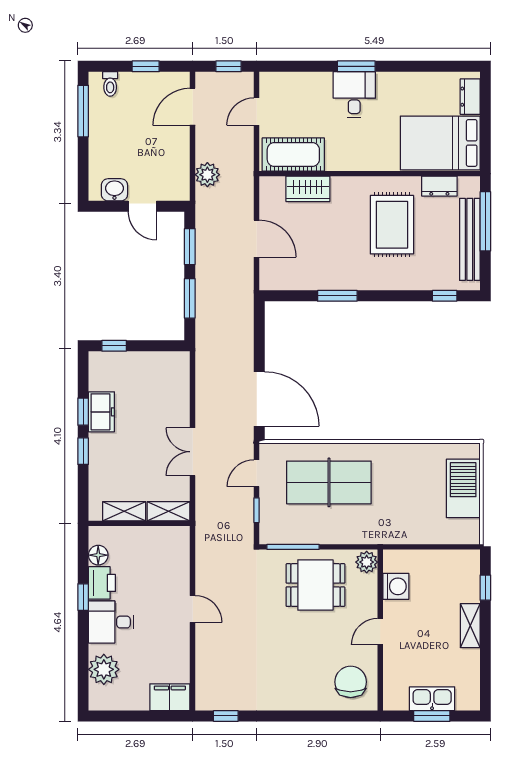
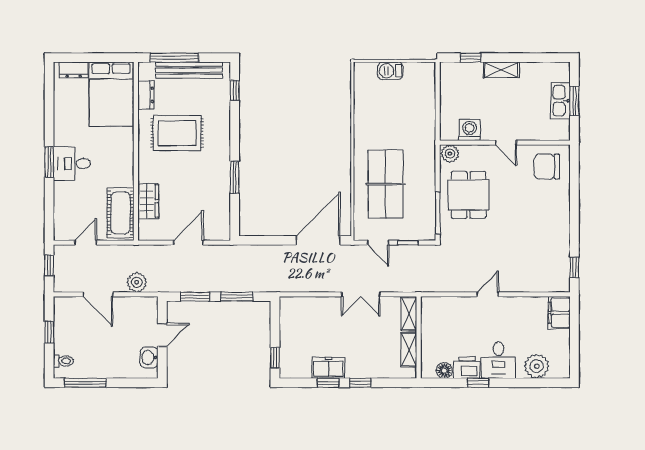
door: (193, 107) -> (98, 294), moved
door: (257, 112) -> (86, 243), swing flipped
barbecue: (463, 488) -> (390, 71), width x0.53, depth x0.65

